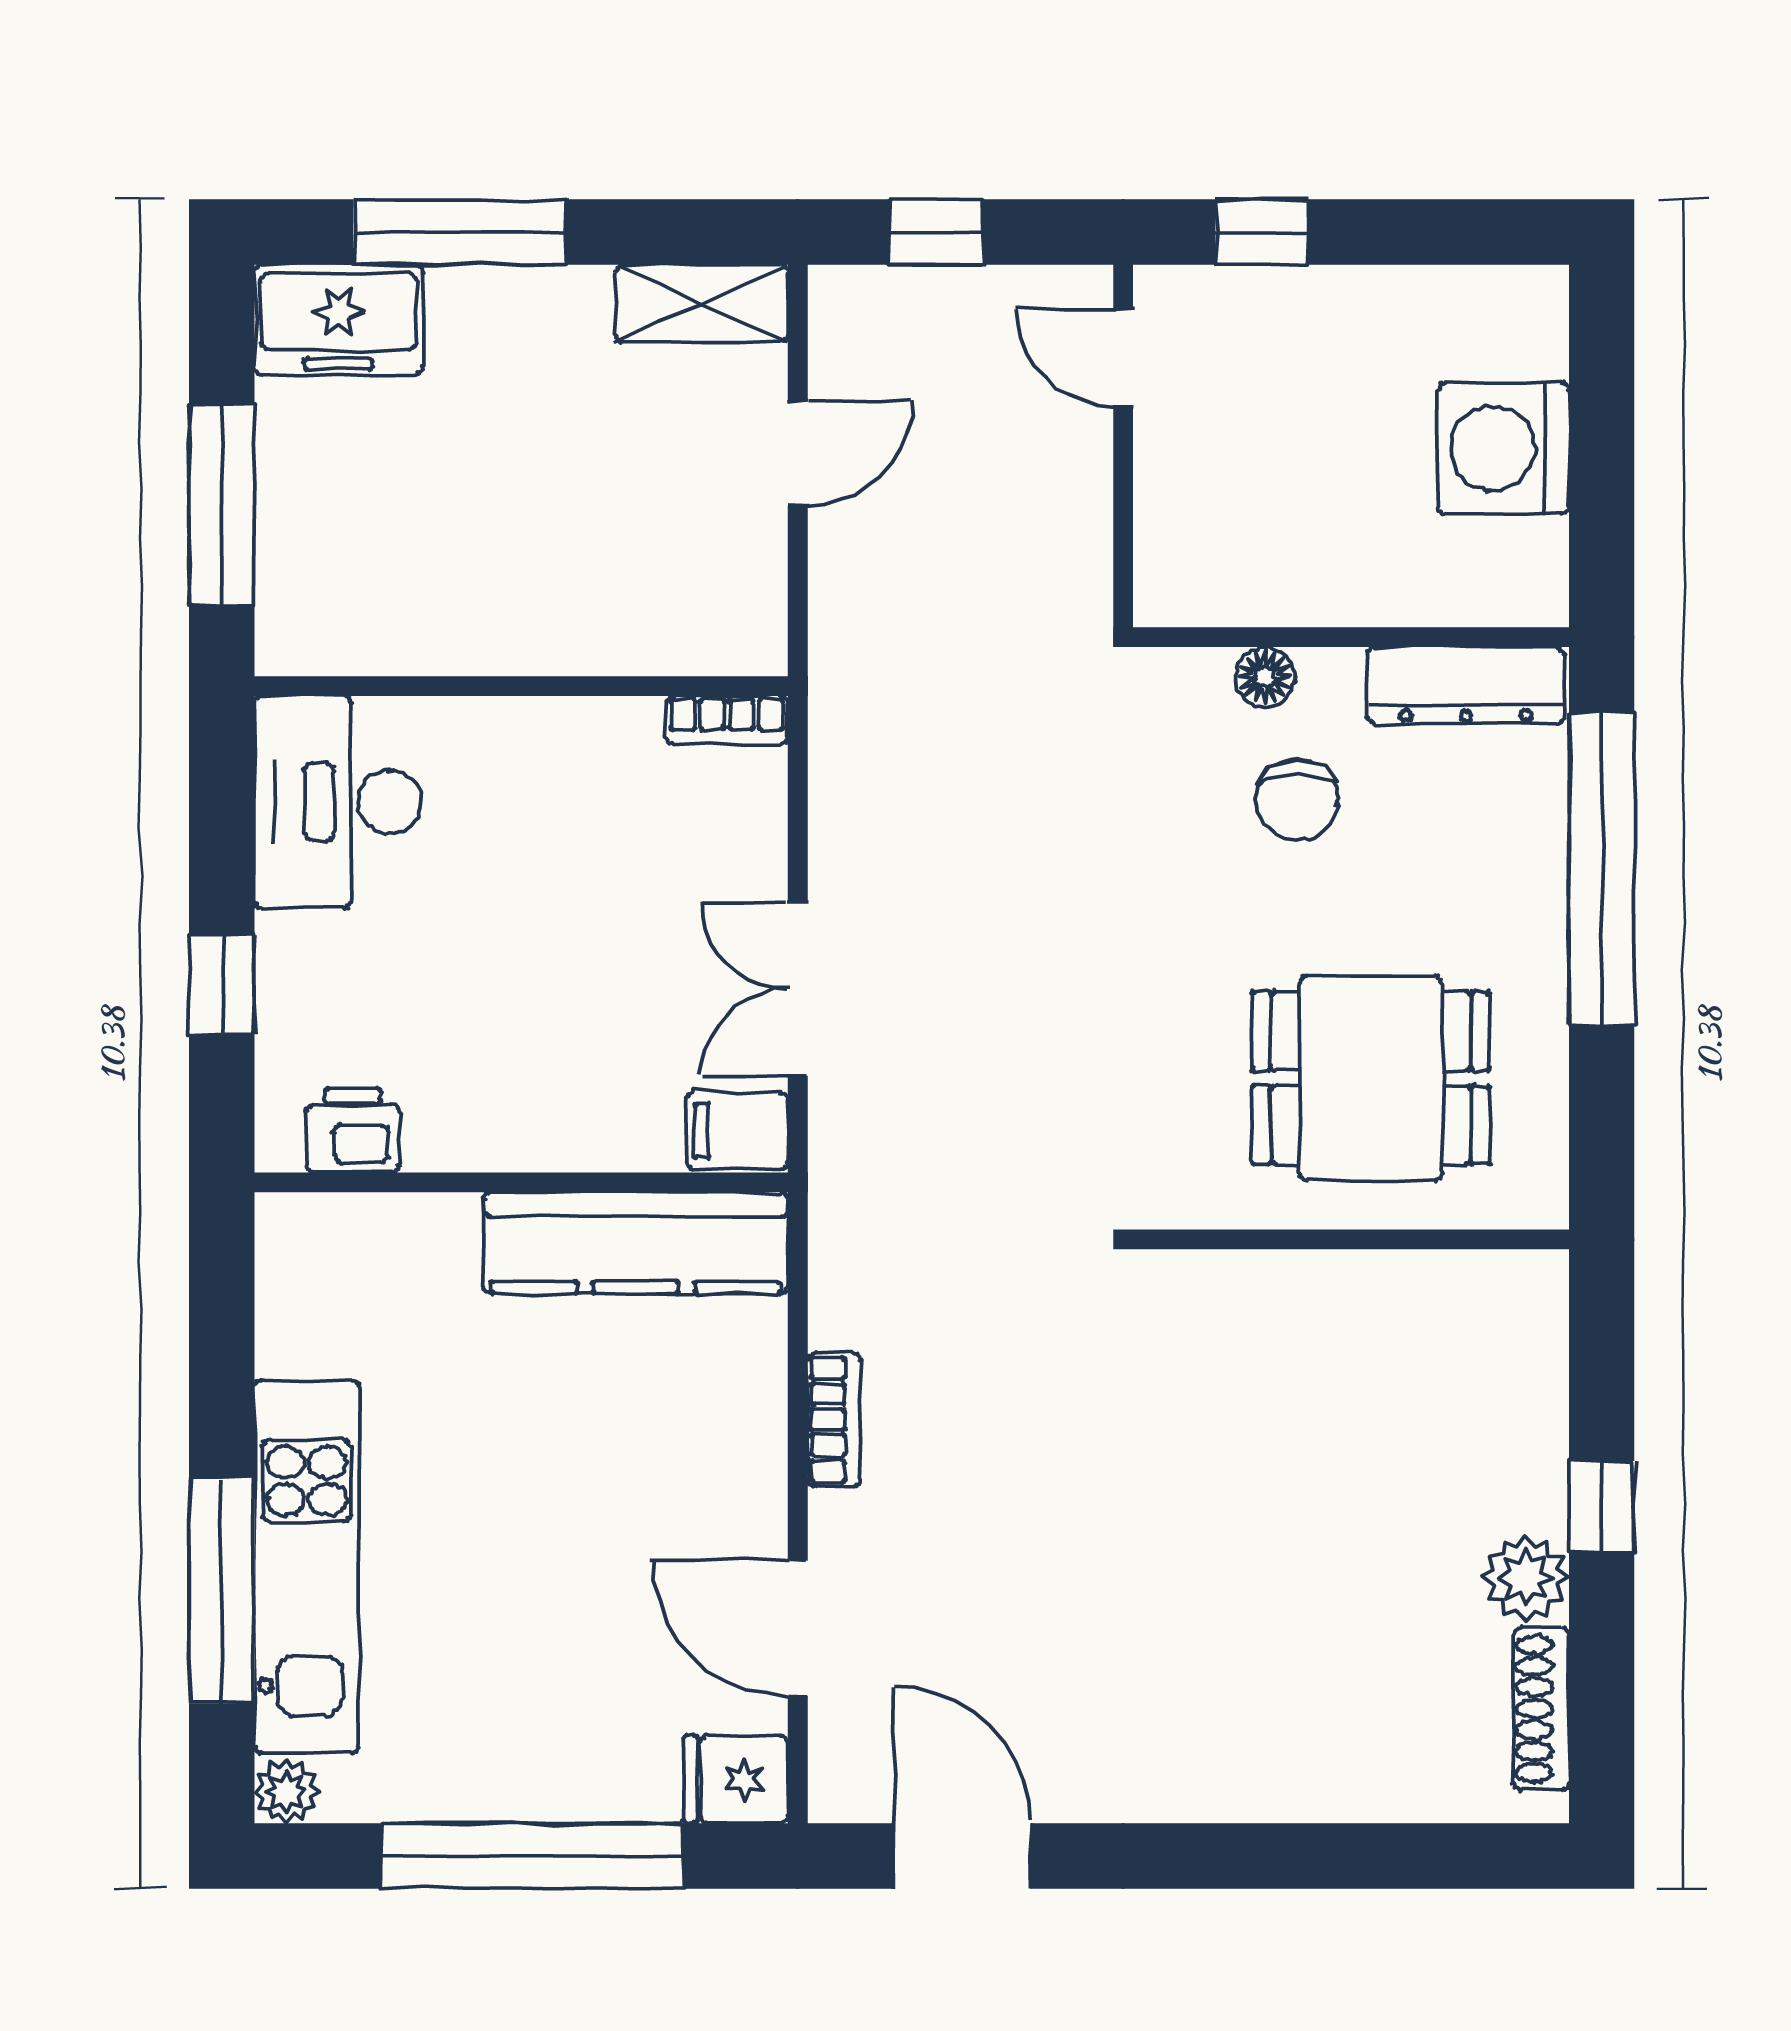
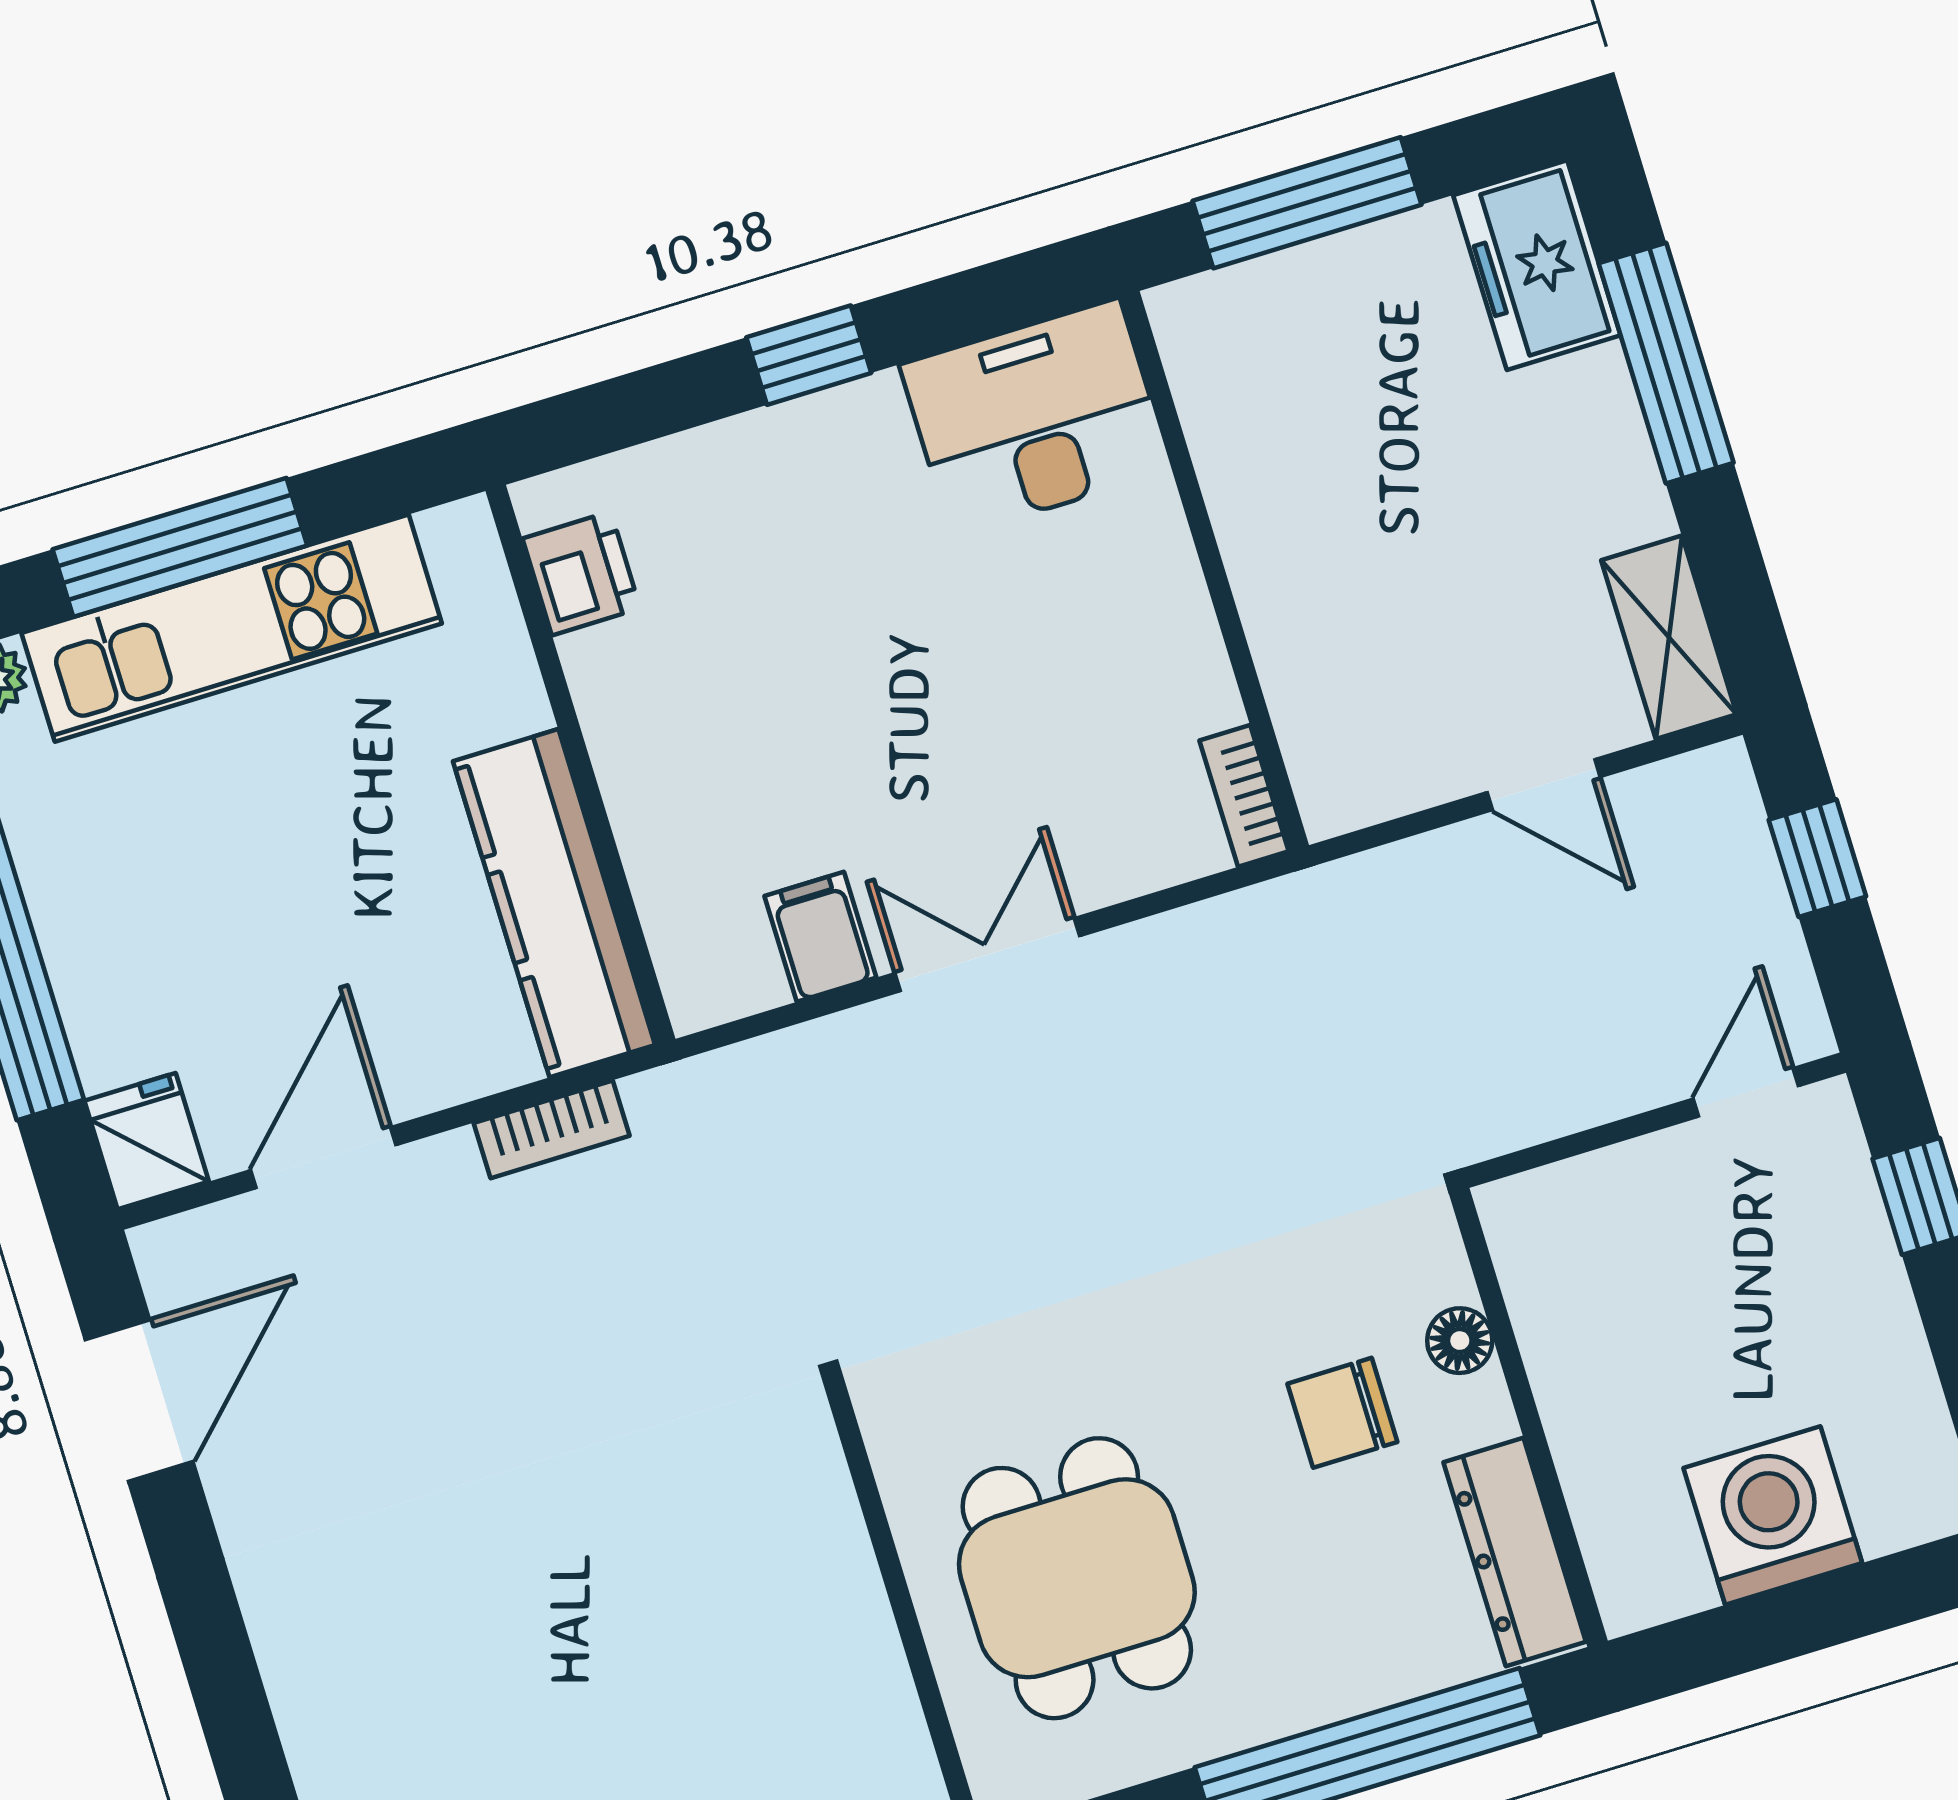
printer: (353, 1130) -> (581, 573), moved
wall: (521, 1182) -> (580, 765), moved
kitchen counter: (636, 1243) -> (554, 903), moved

